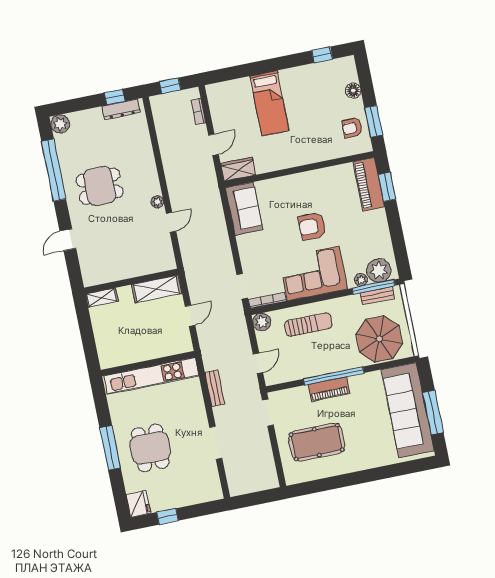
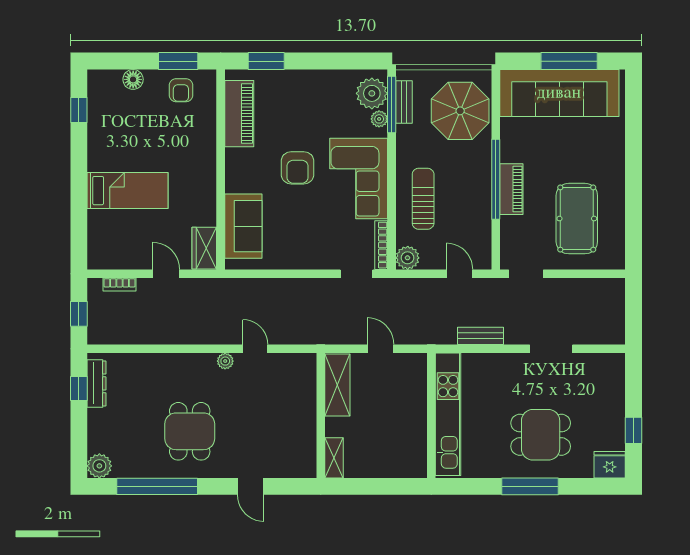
piano: (369, 184) -> (239, 114), moved, turned -90
sofa: (244, 209) -> (243, 226), moved, turned 90

